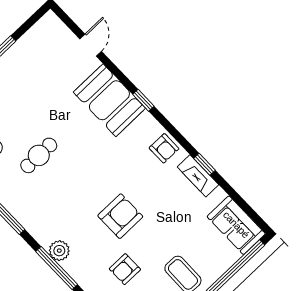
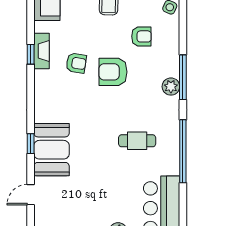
window: (143, 100) -> (31, 144), moved
armchair: (164, 148) -> (76, 63), moved, turned 99
cafe table: (39, 155) -> (137, 141), moved

